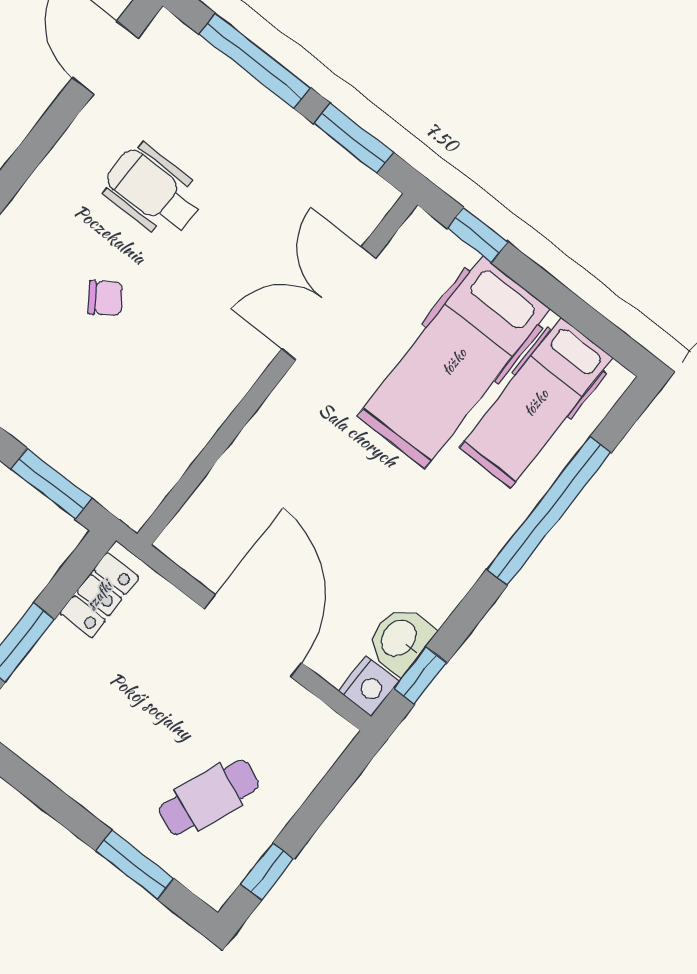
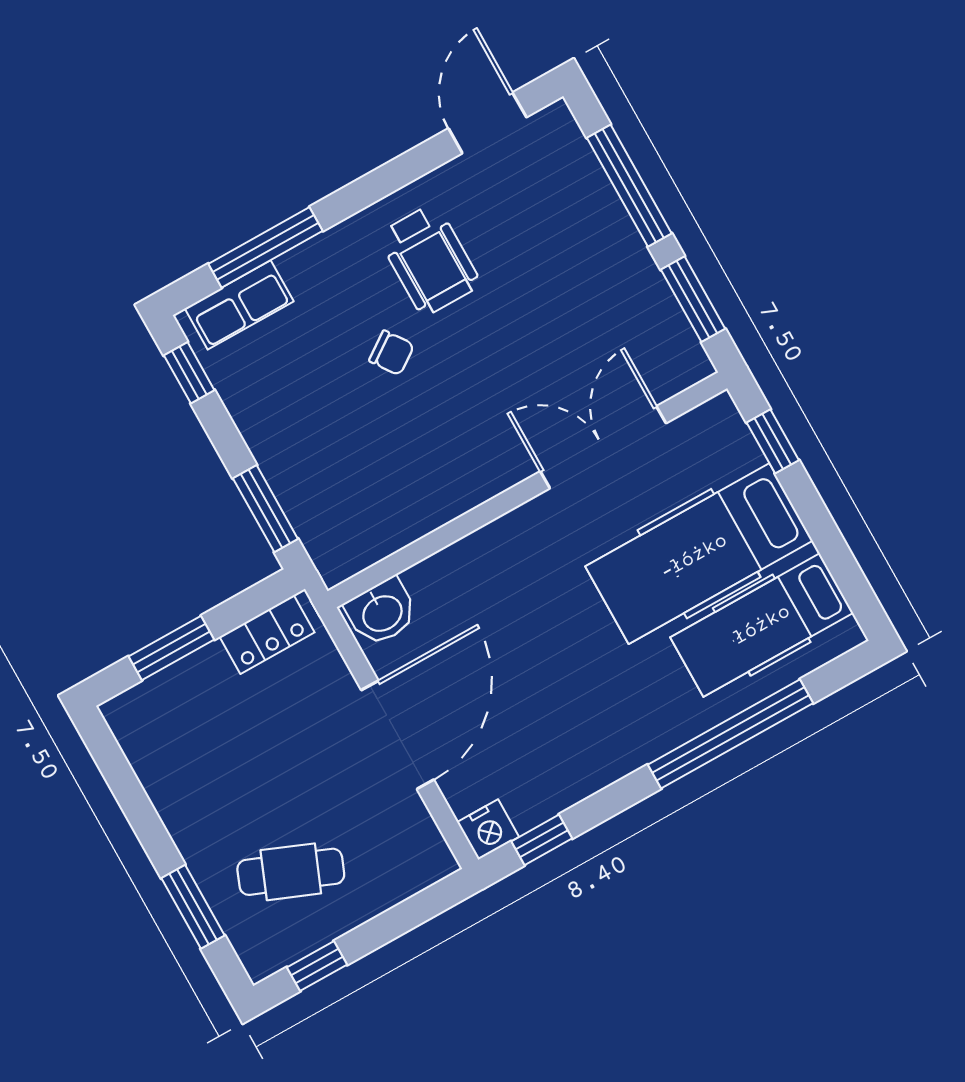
wheelchair: (153, 192) -> (429, 260), moved, turned 180
washbasin: (400, 639) -> (382, 612), moved, turned 180

